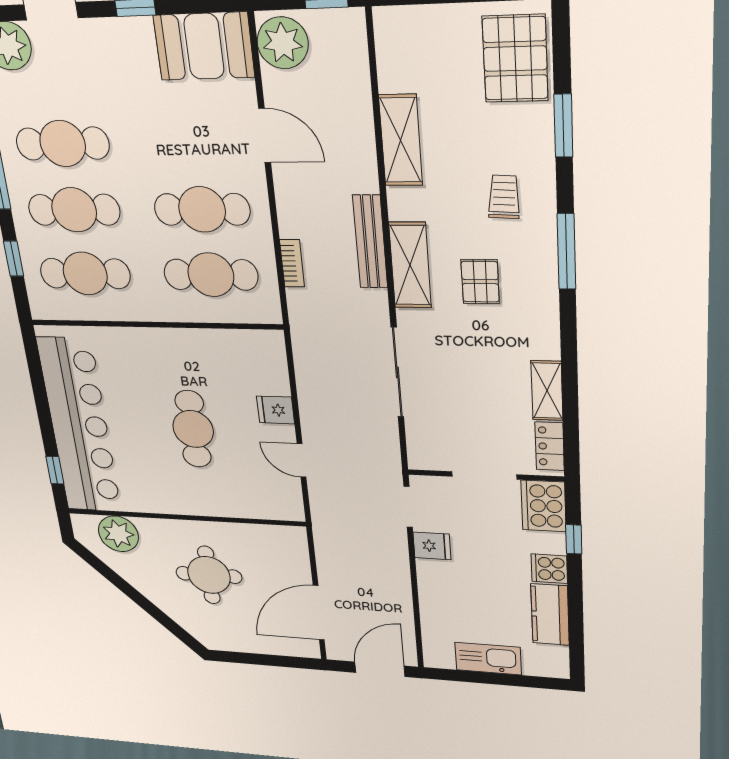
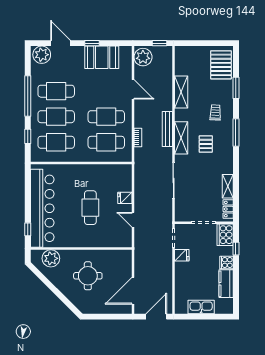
booth: (204, 46) -> (102, 57), moved

